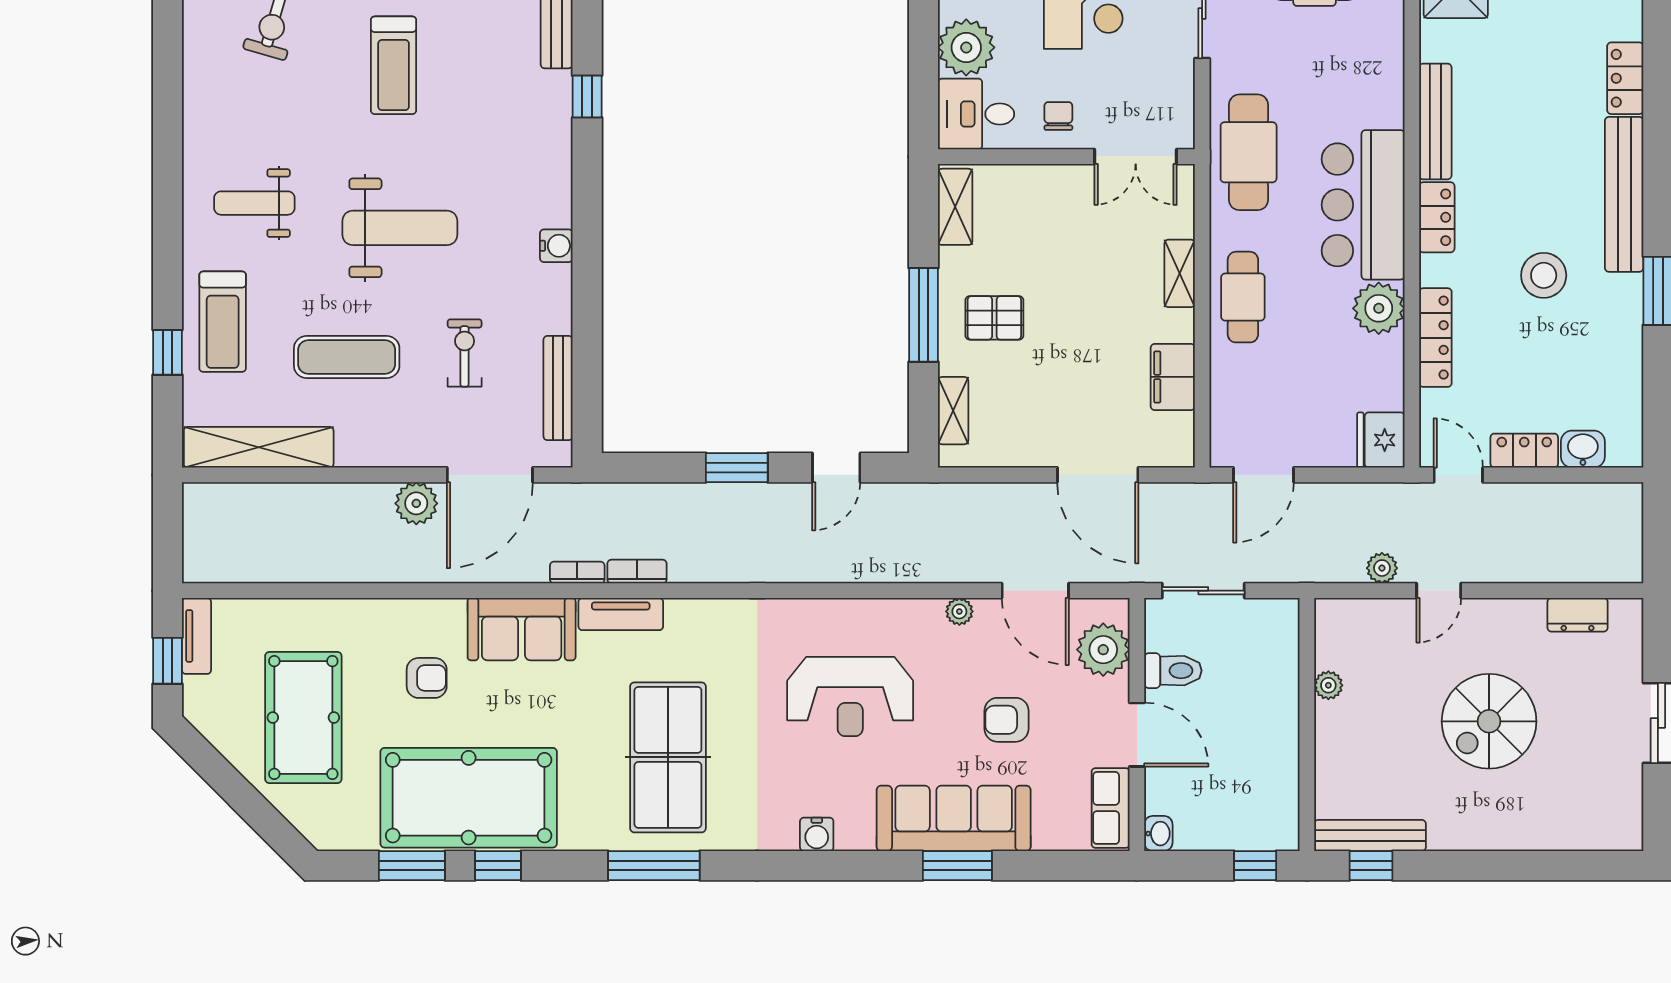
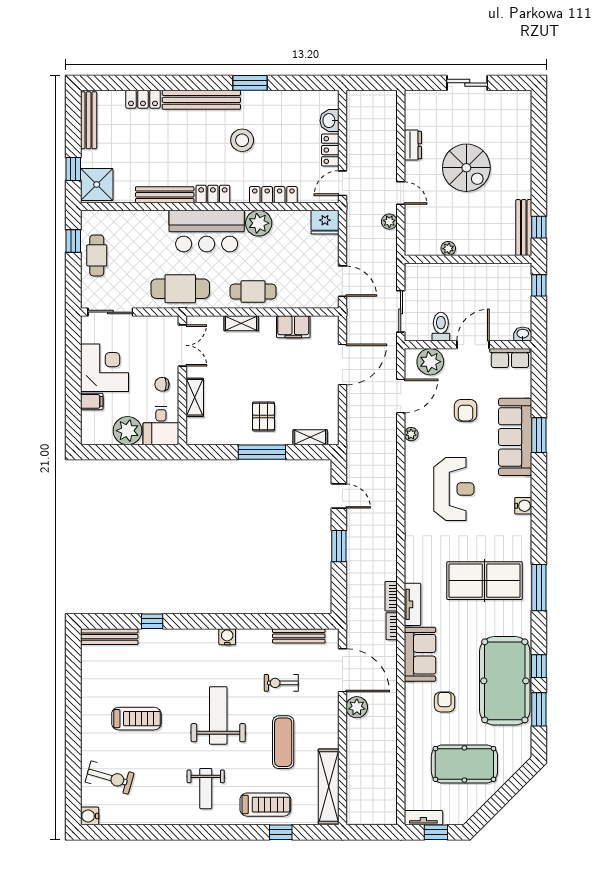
shelving: (955, 207) -> (195, 397), moved, turned 90
dresser: (1578, 615) -> (413, 145), moved

